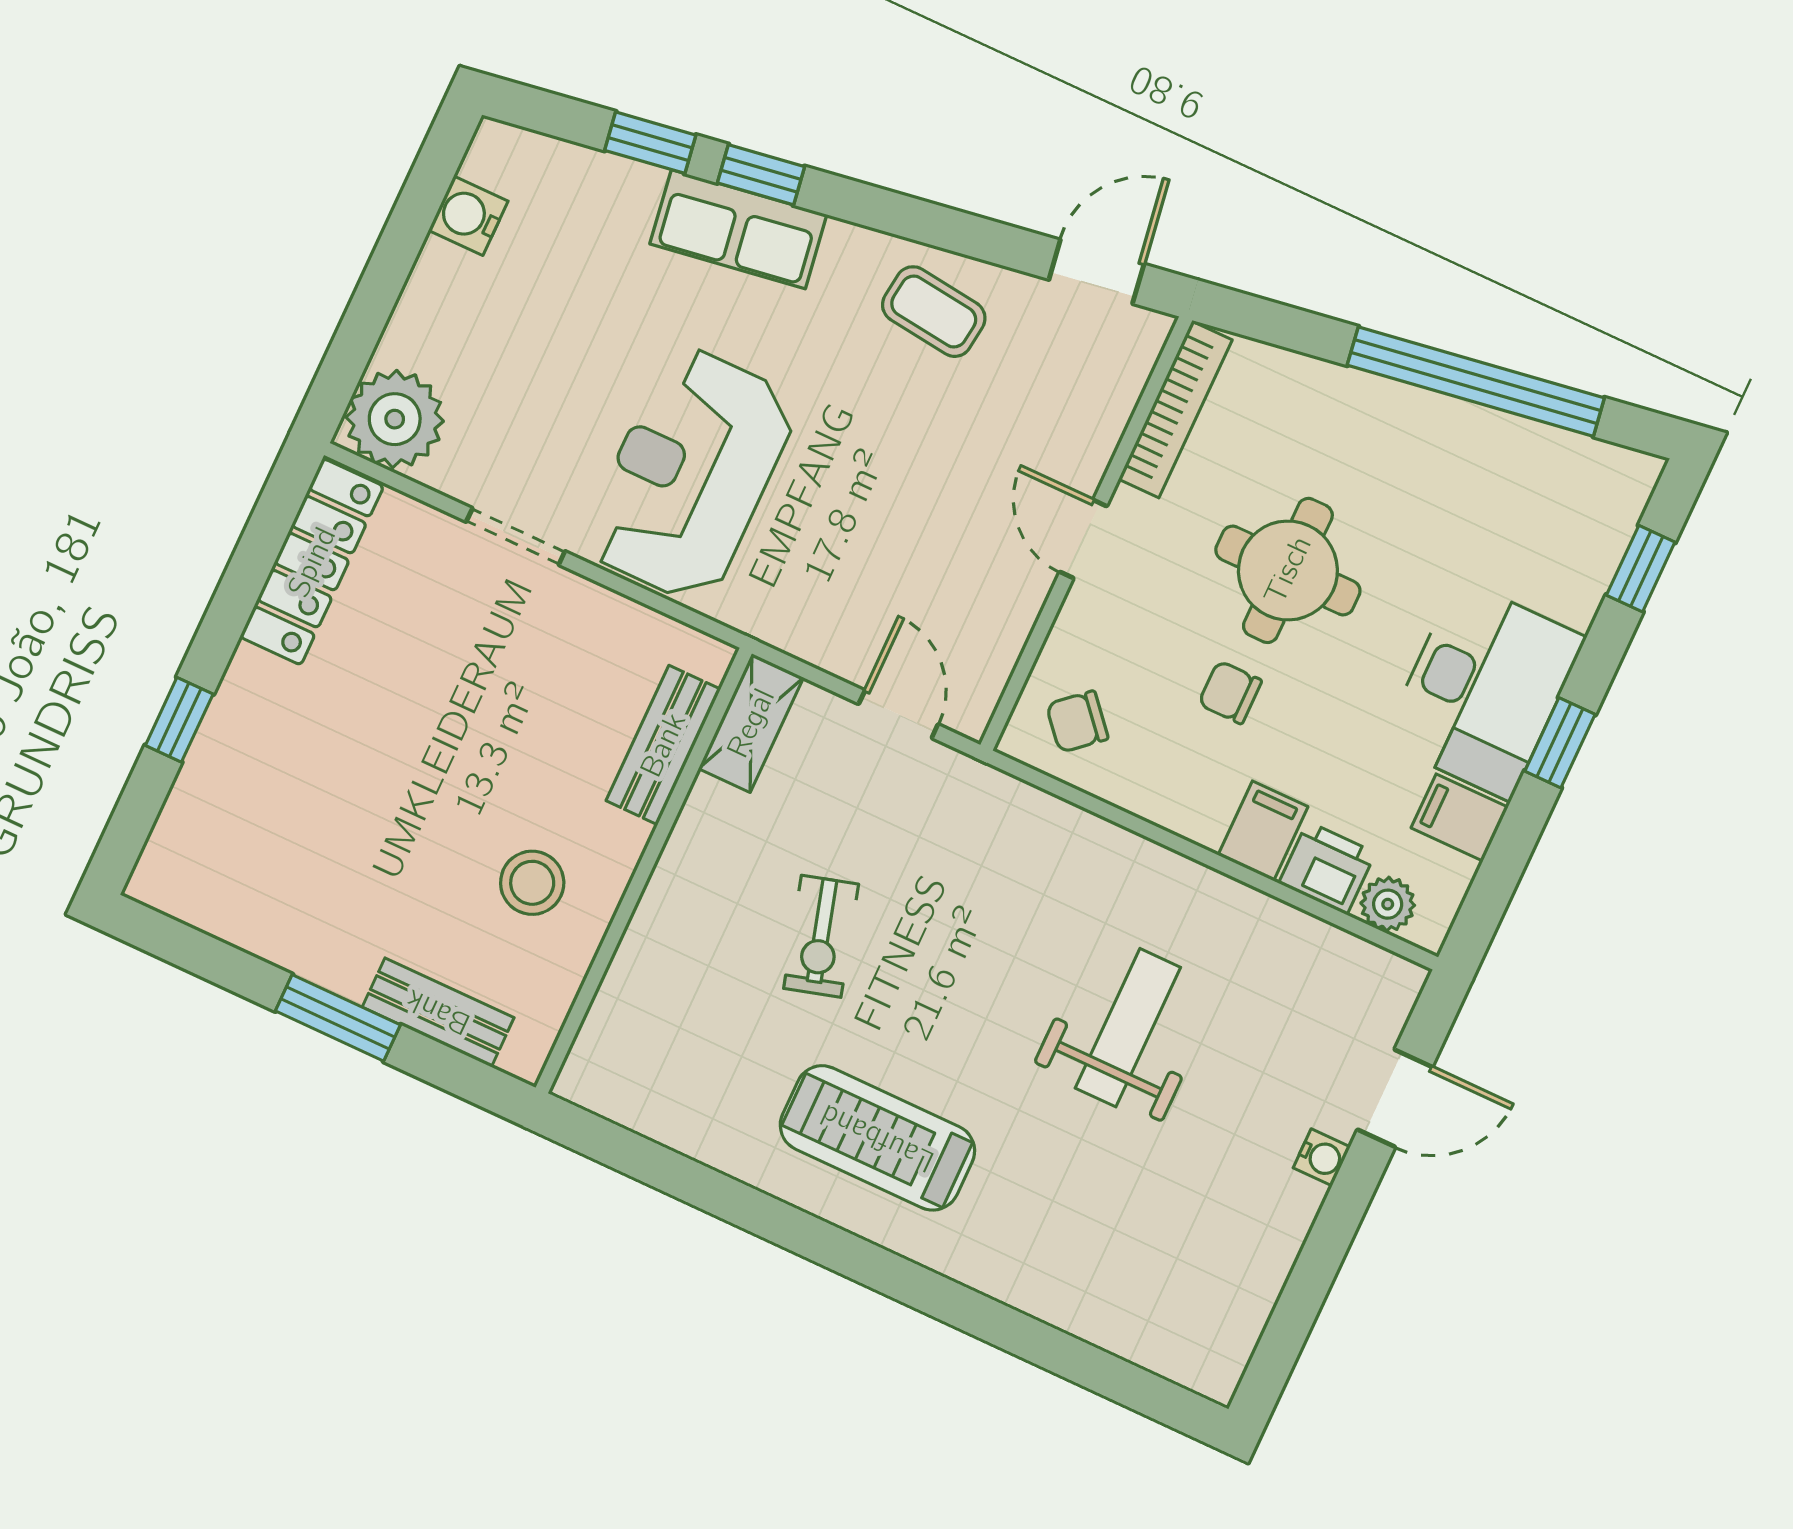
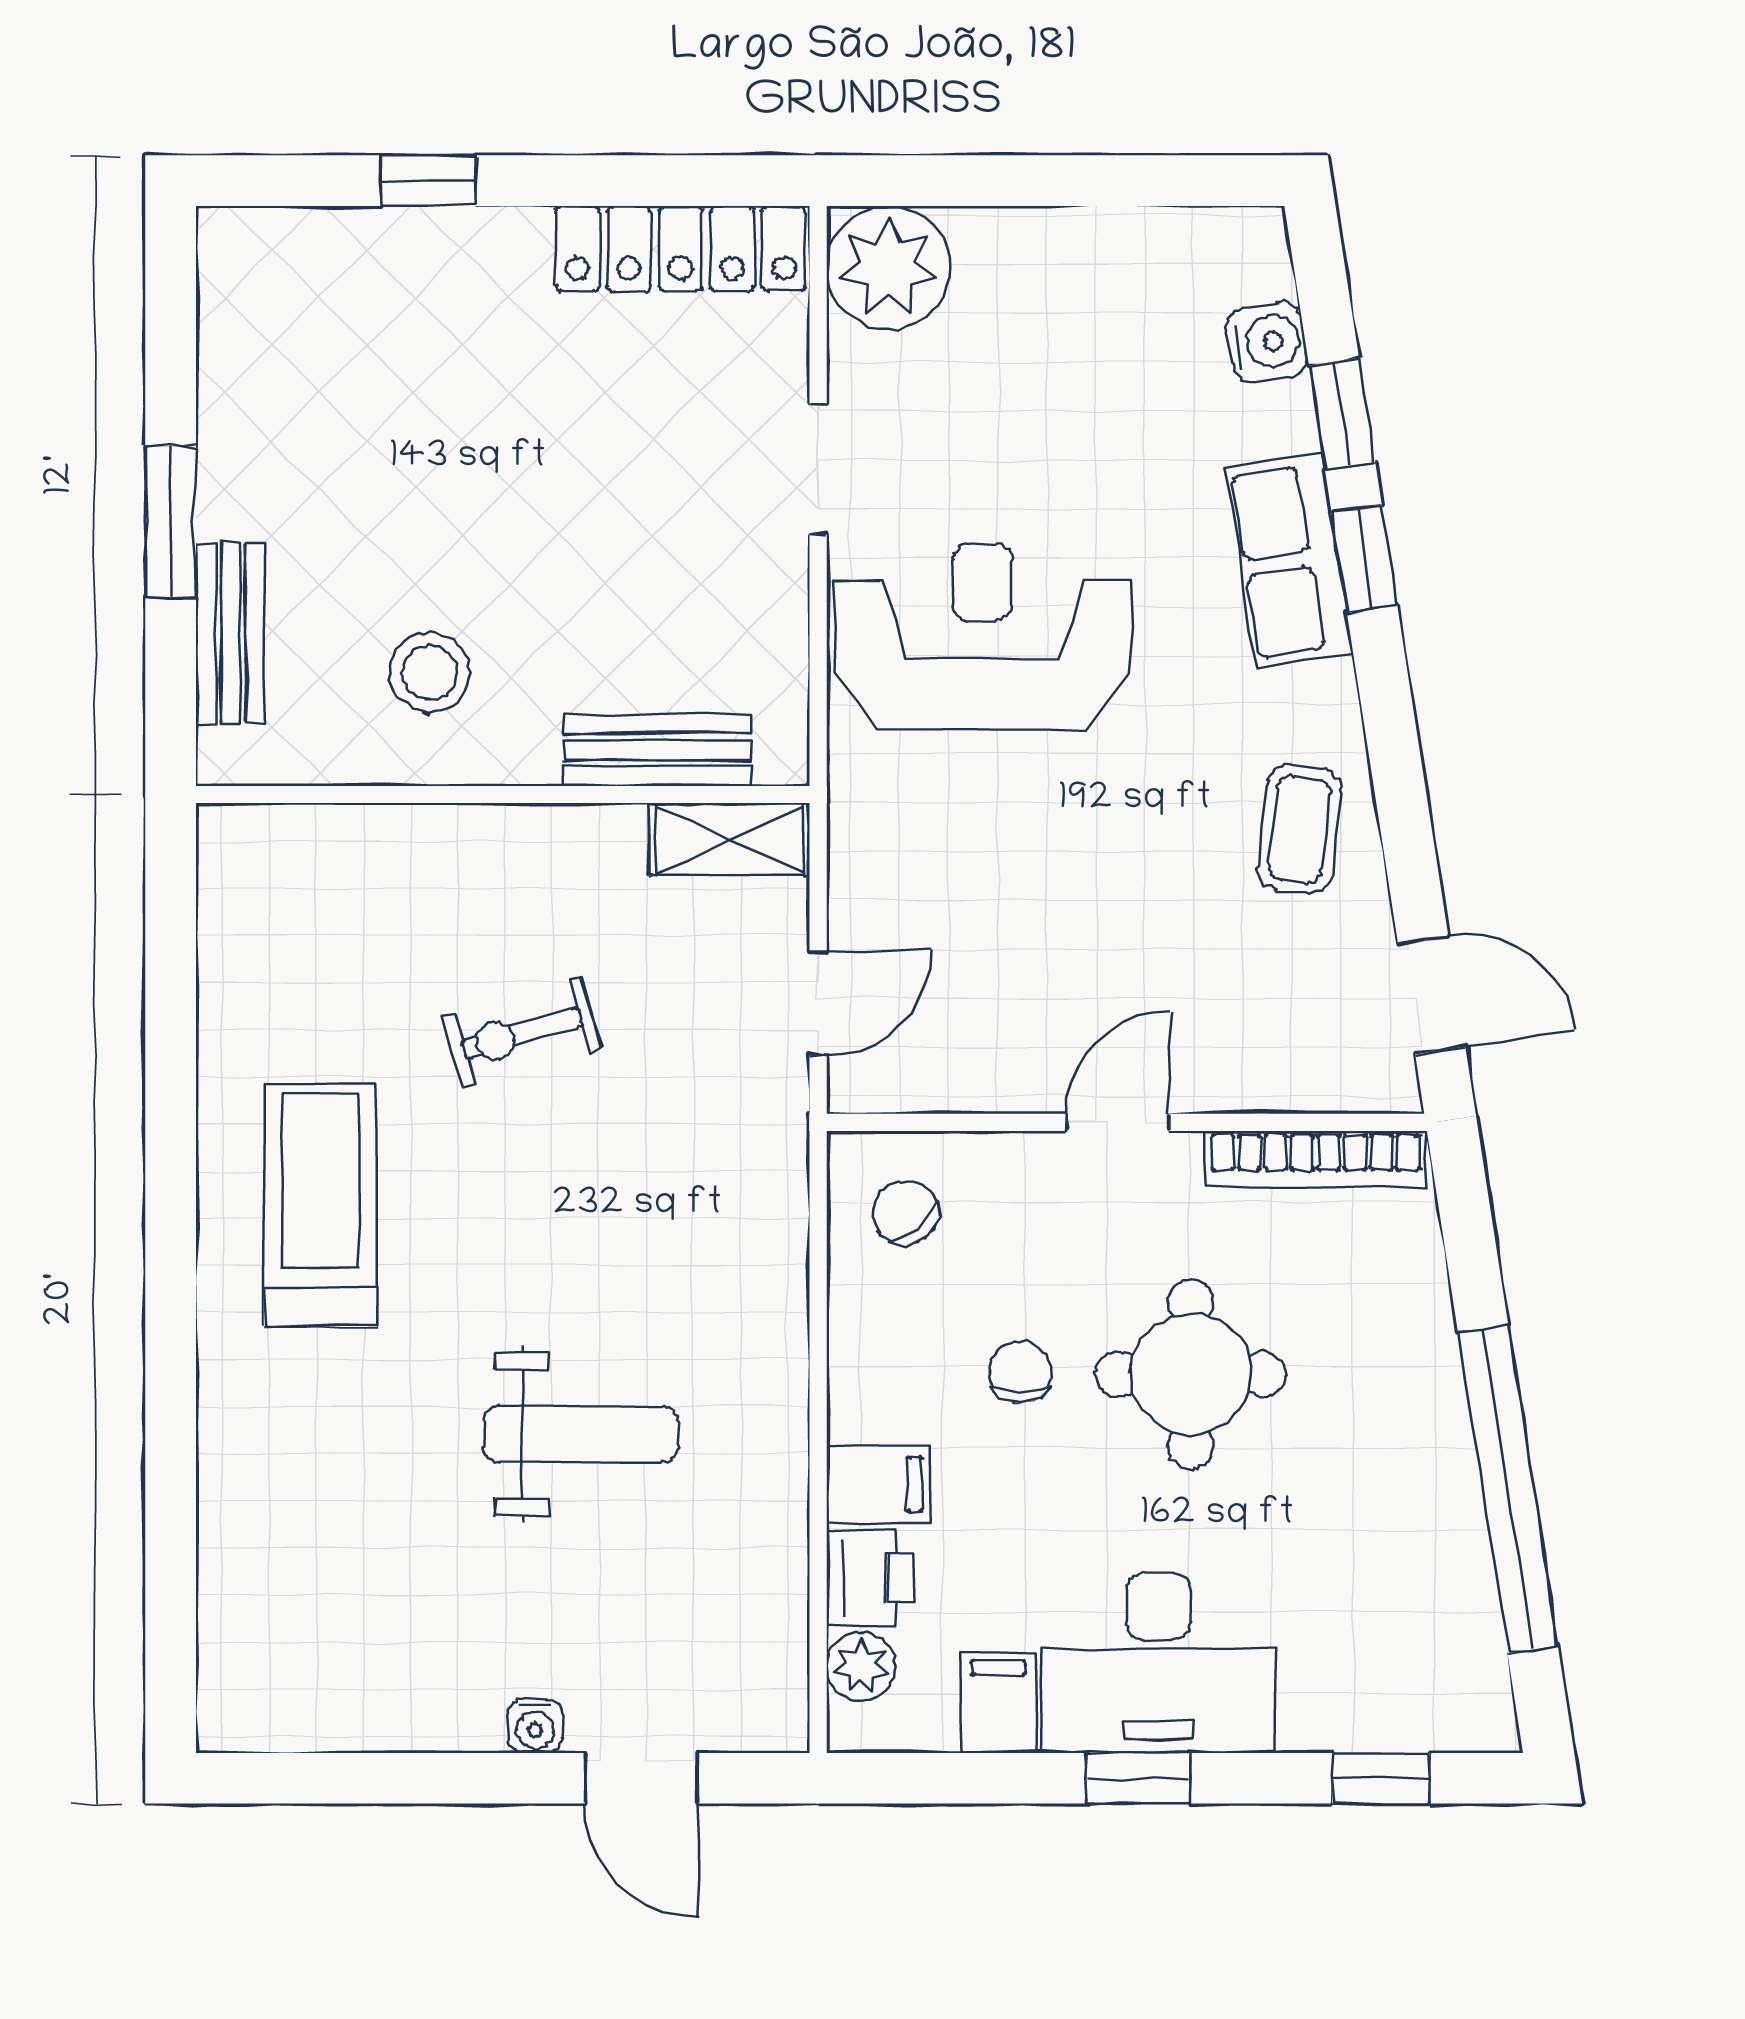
water cooler: (468, 216) -> (1267, 342), moved, turned 81

